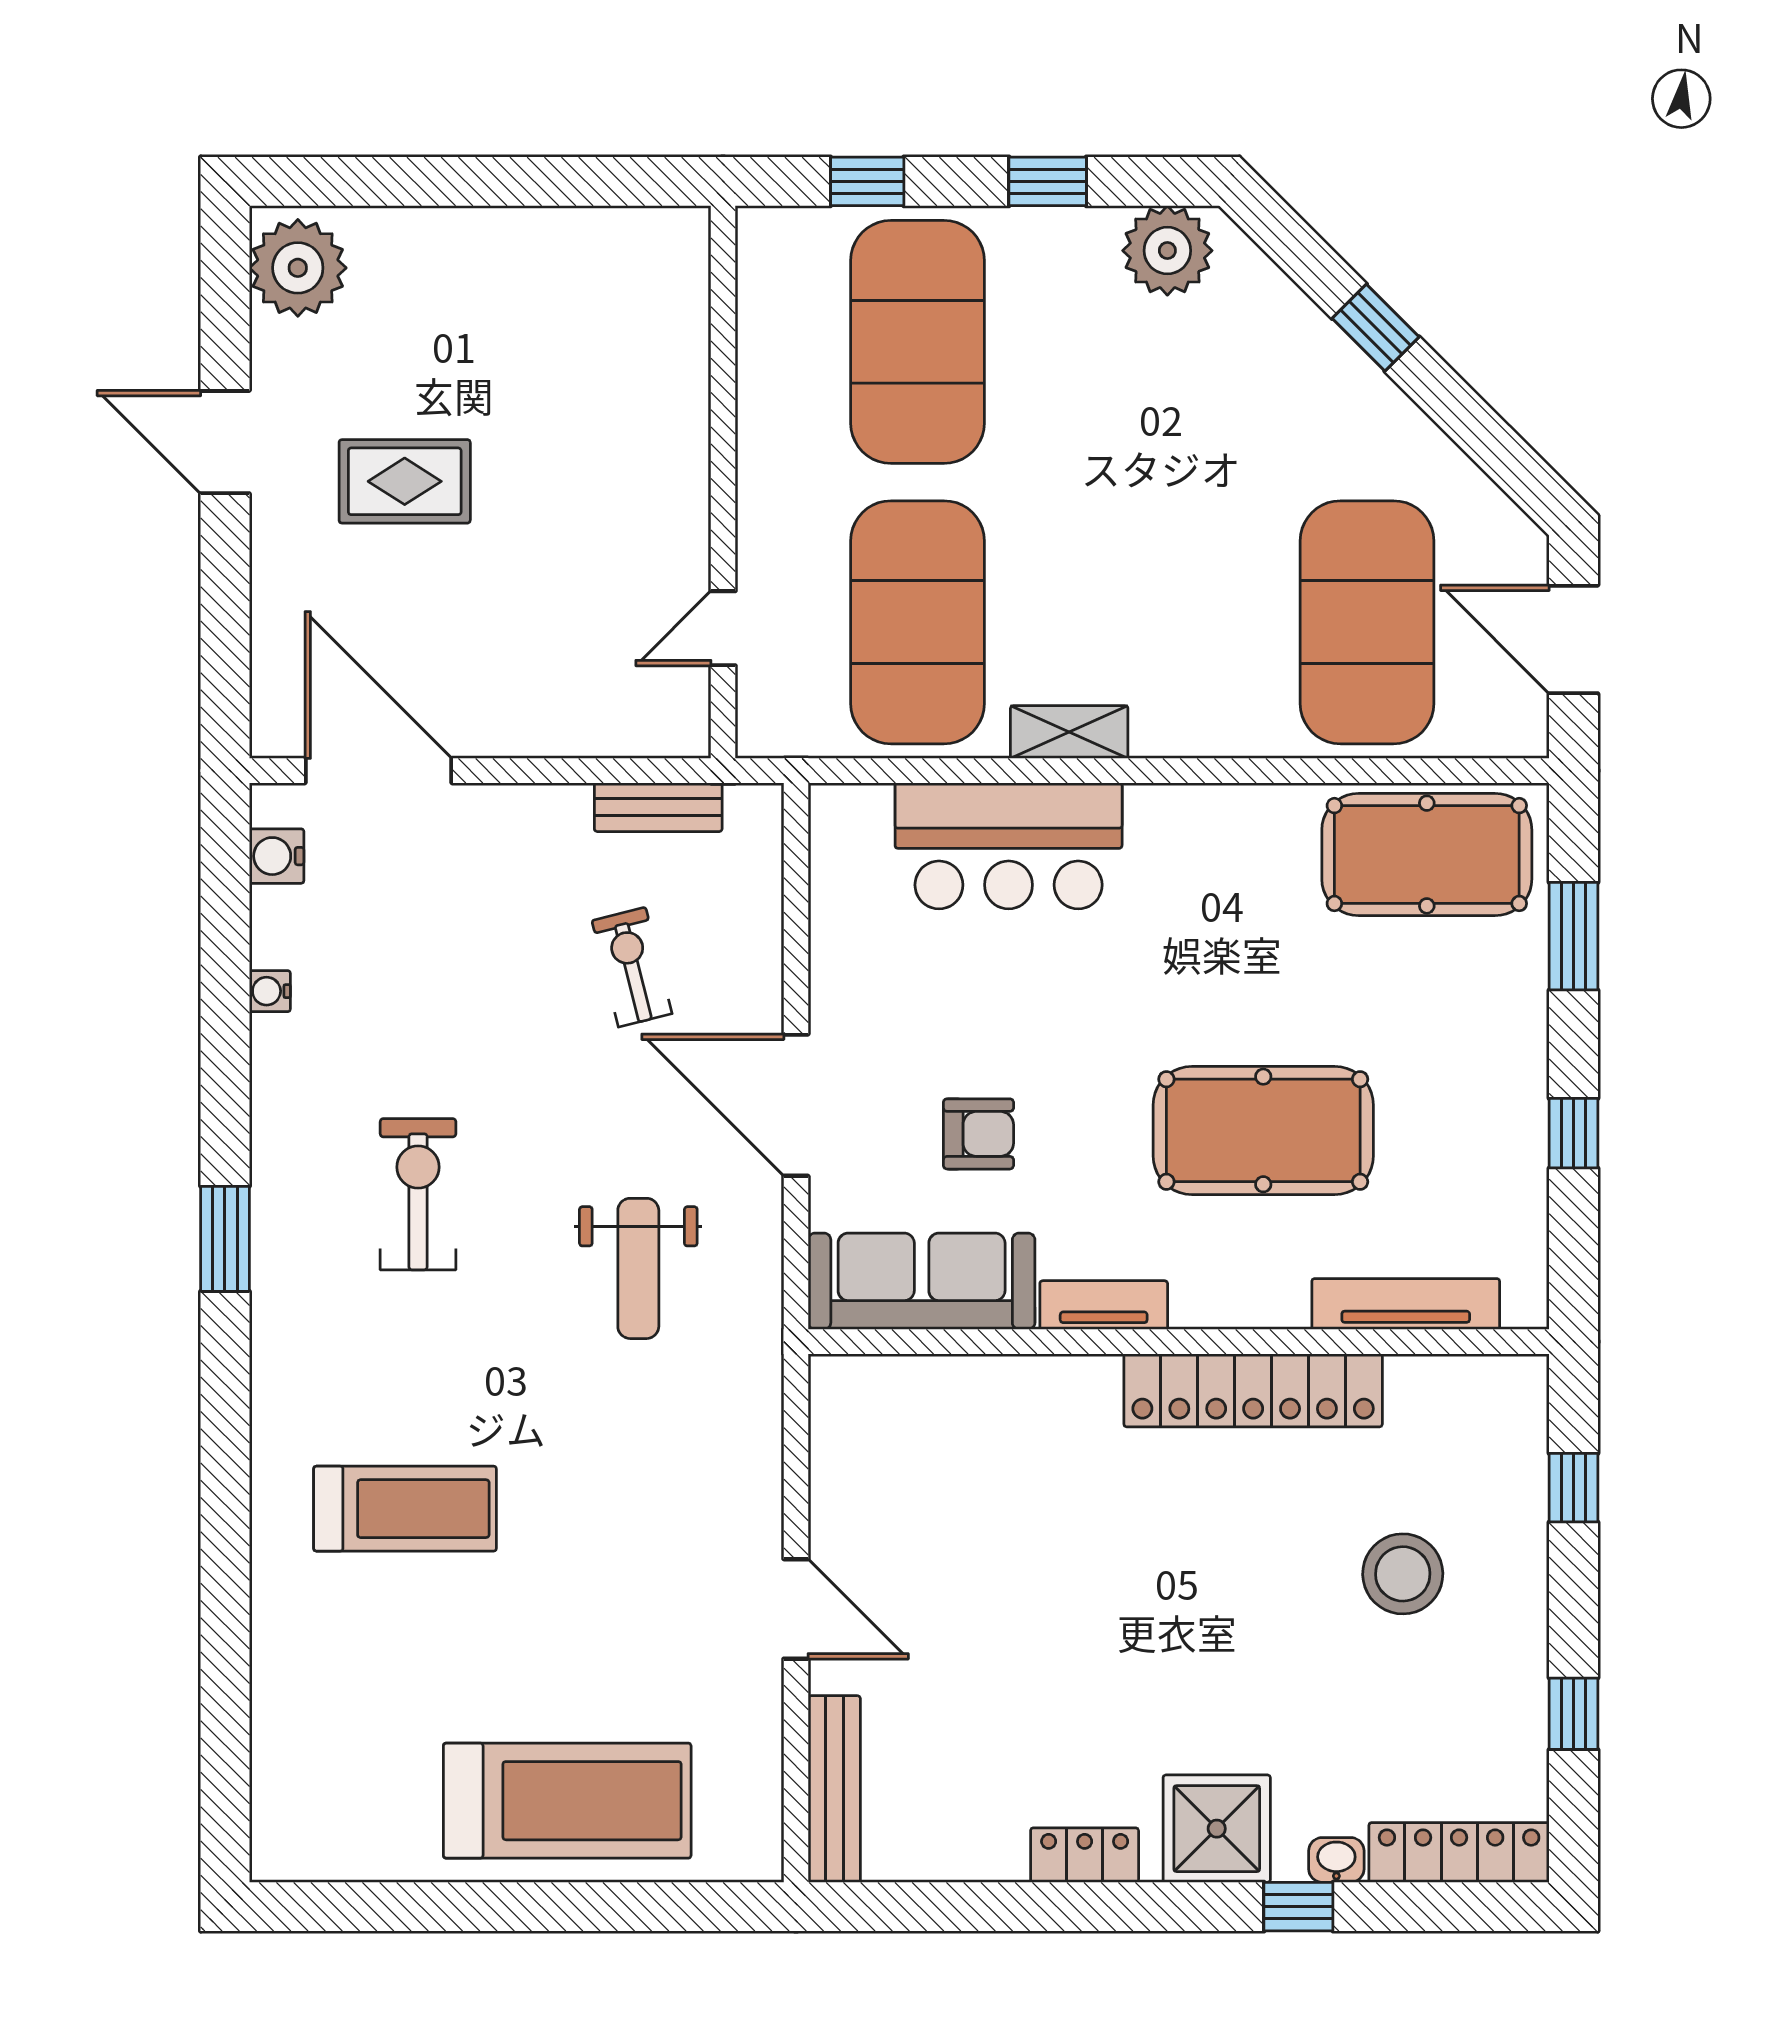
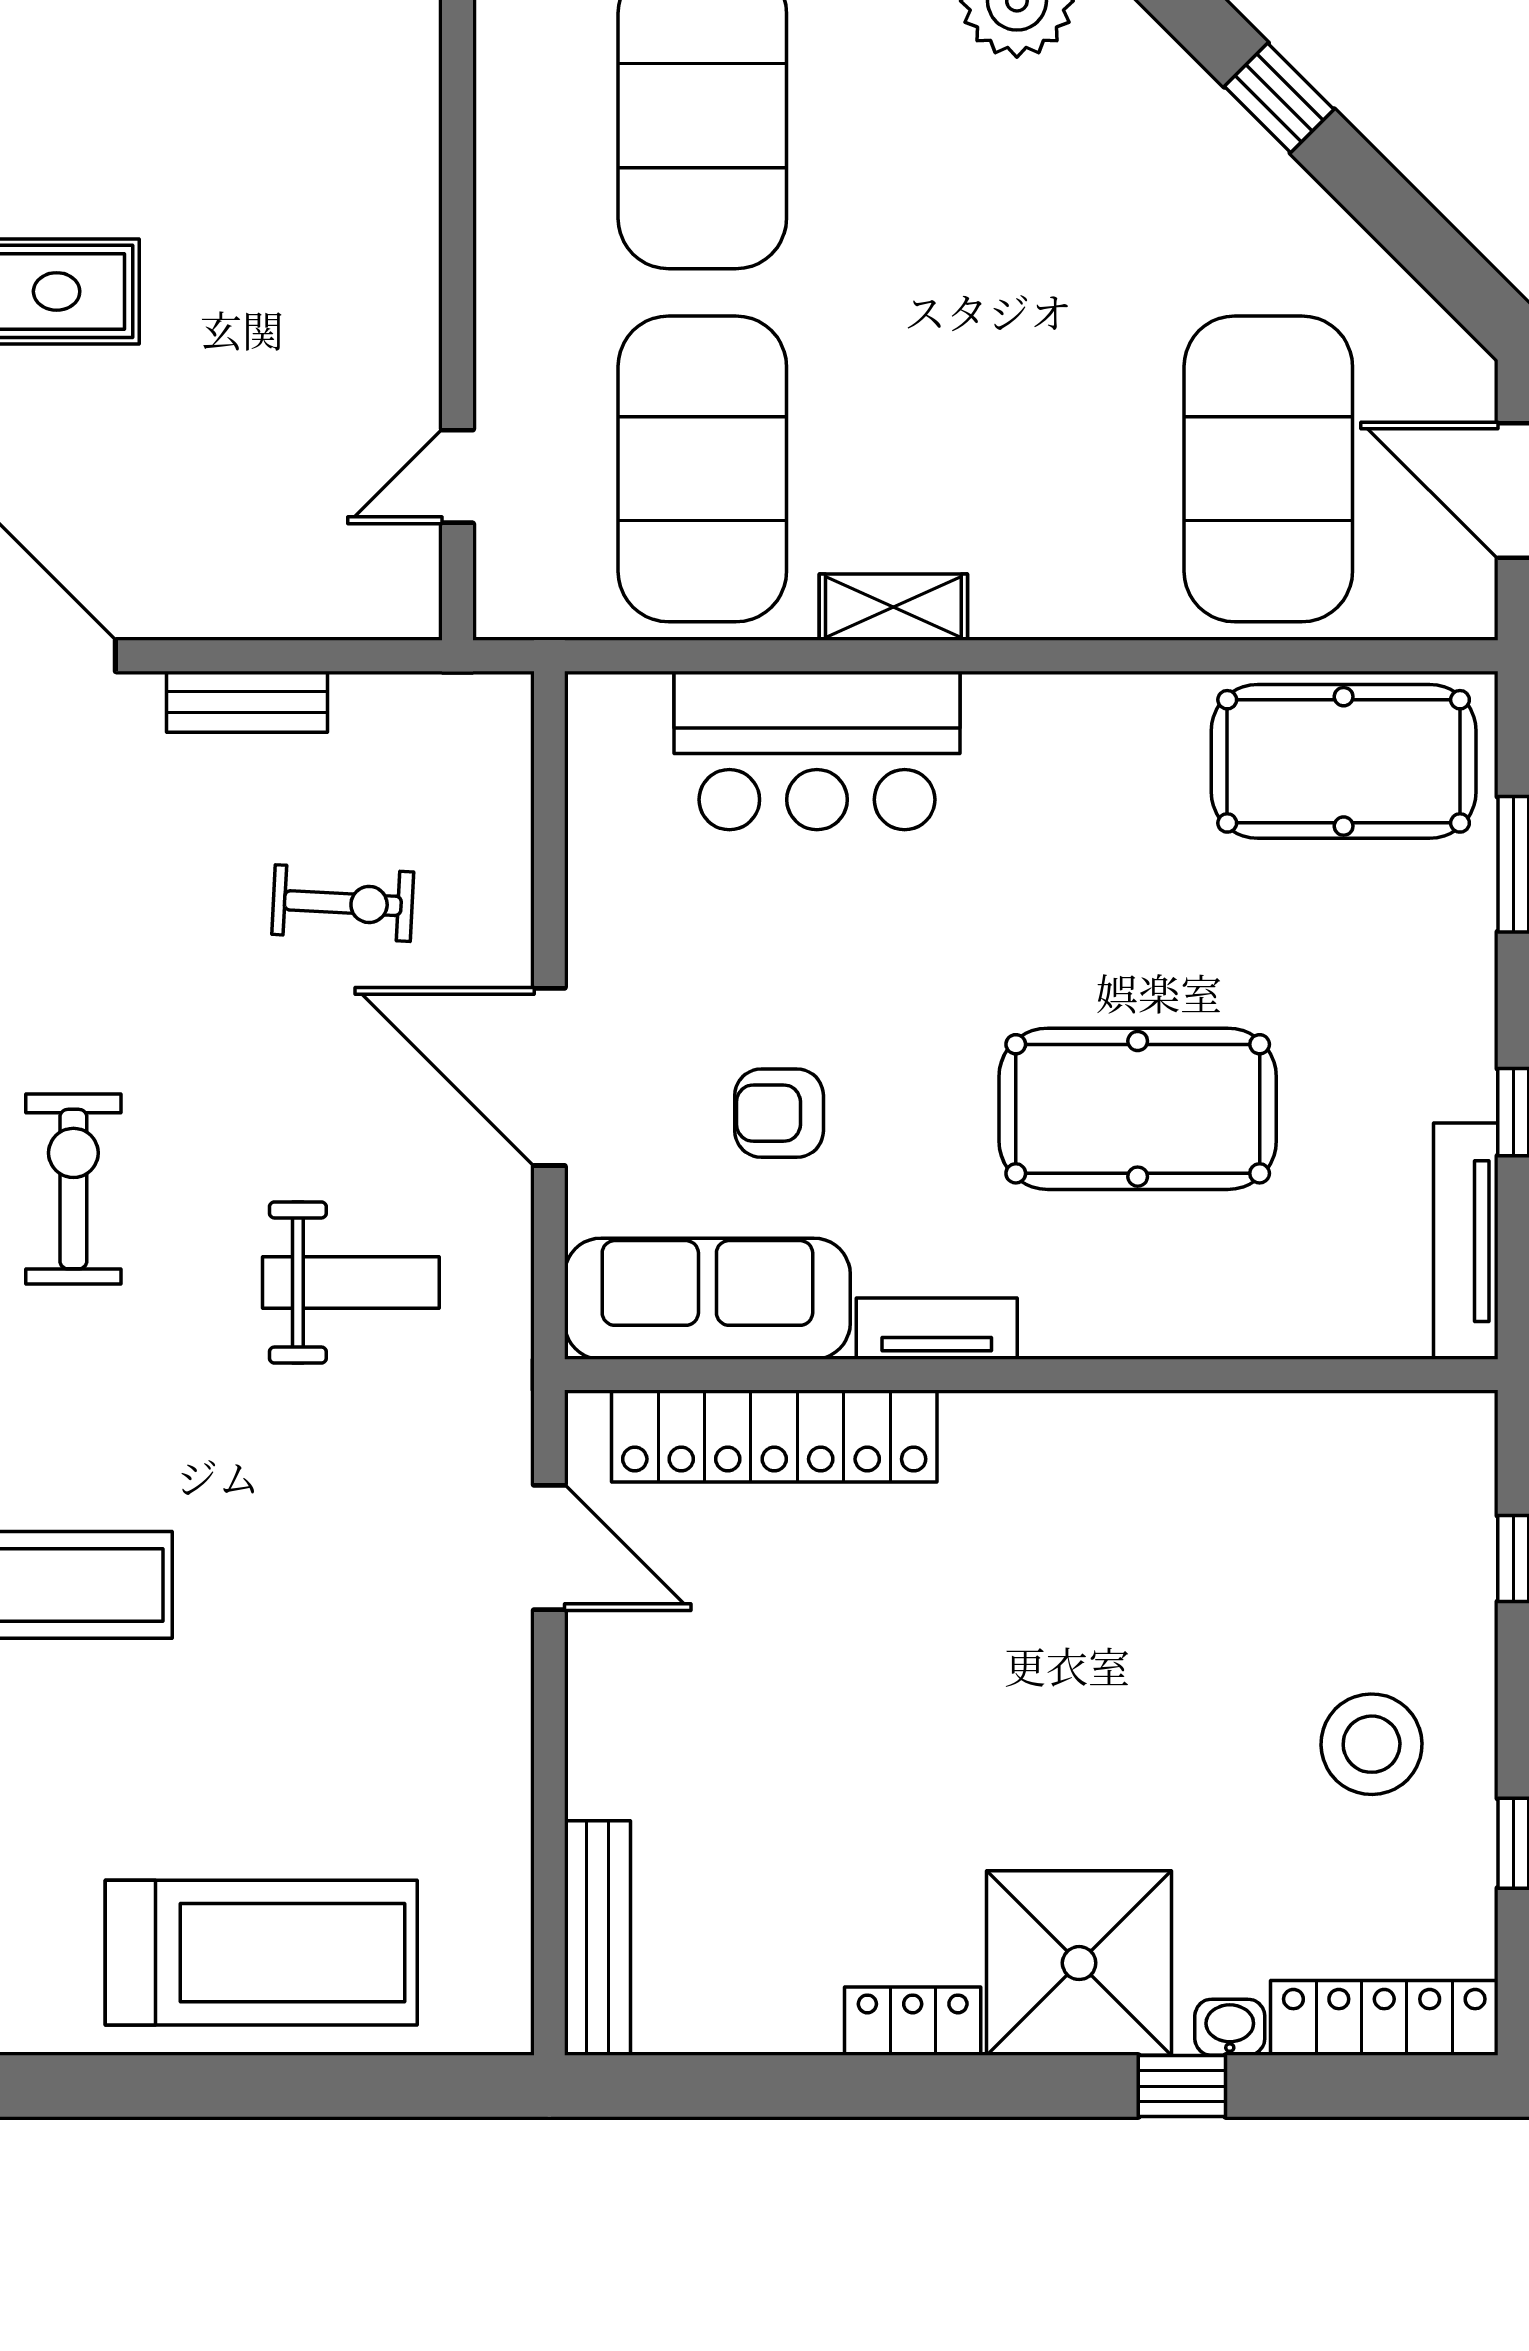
bench: (658, 807) -> (247, 702), moved
exercise bike: (632, 967) -> (343, 903), turned 107
armchair: (978, 1134) -> (779, 1113), turned 180
weight bench: (638, 1268) -> (351, 1282), turned -90
tv unit: (1406, 1304) -> (1466, 1241), moved, turned -90
locker: (1253, 1390) -> (774, 1436), moved
stool: (1403, 1574) -> (1372, 1744), moved
door: (796, 1609) -> (549, 1548), moved
shower: (1217, 1829) -> (1079, 1963), width x1.37, depth x1.37

